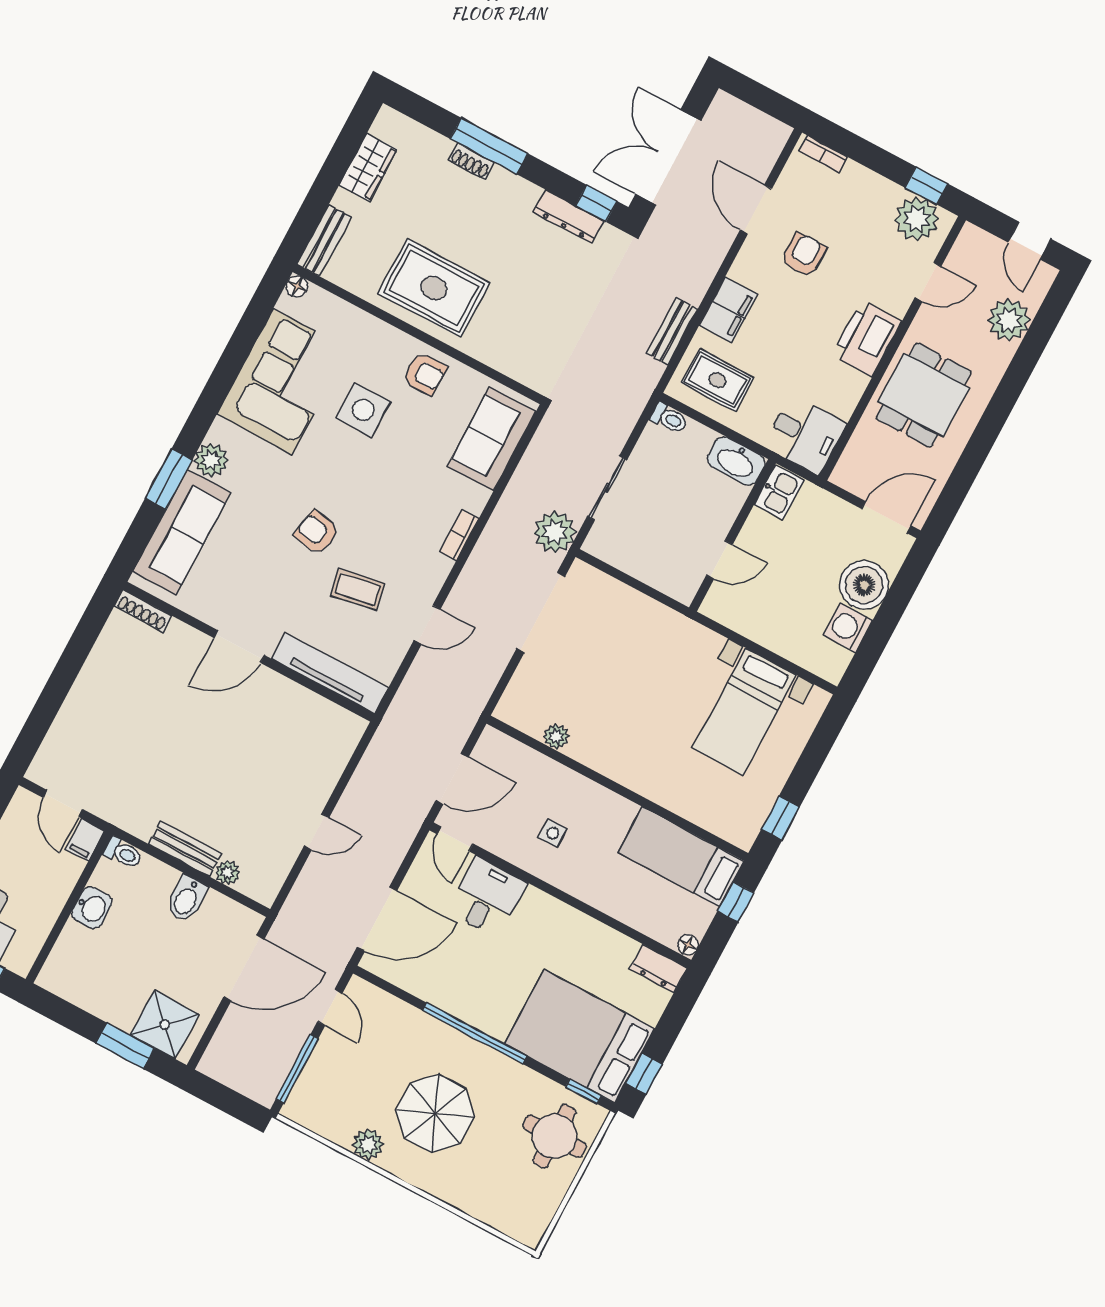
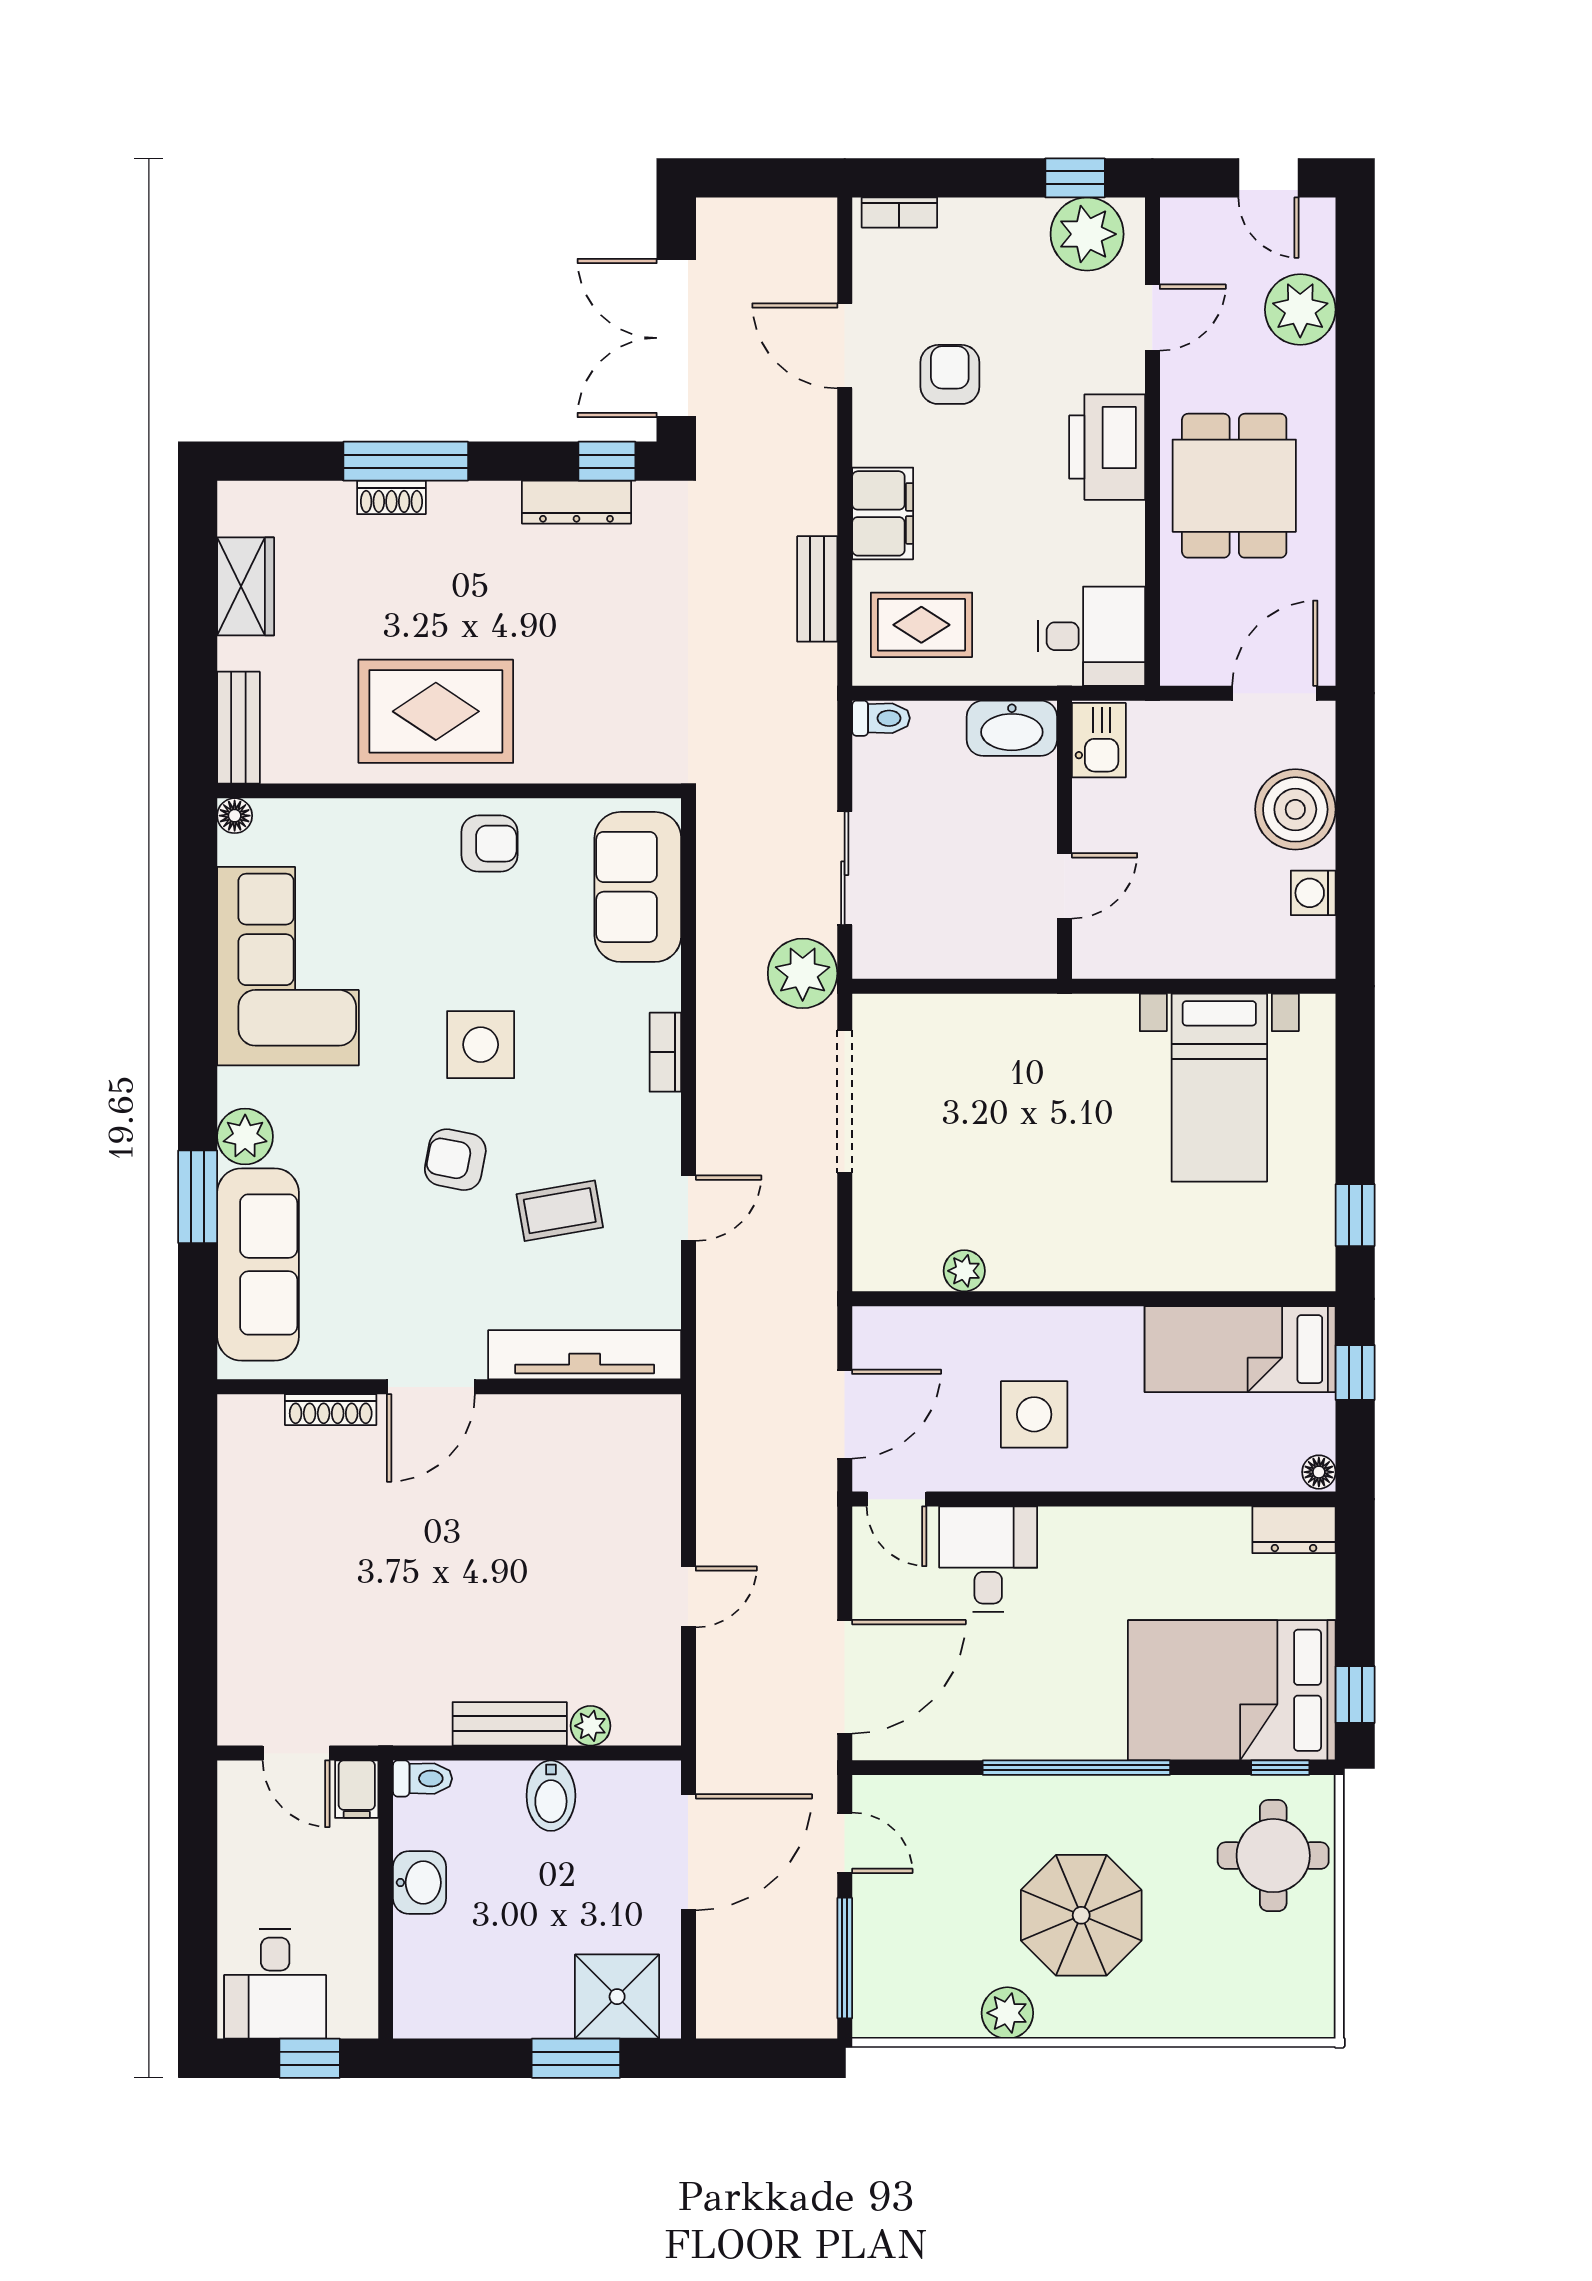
side table: (363, 410) -> (481, 1045), moved
shoe rack: (143, 611) -> (331, 1410), moved
washing machine: (848, 628) -> (1313, 893), width x0.73, depth x0.73
side table: (553, 833) -> (1034, 1414), width x1.87, depth x1.87

